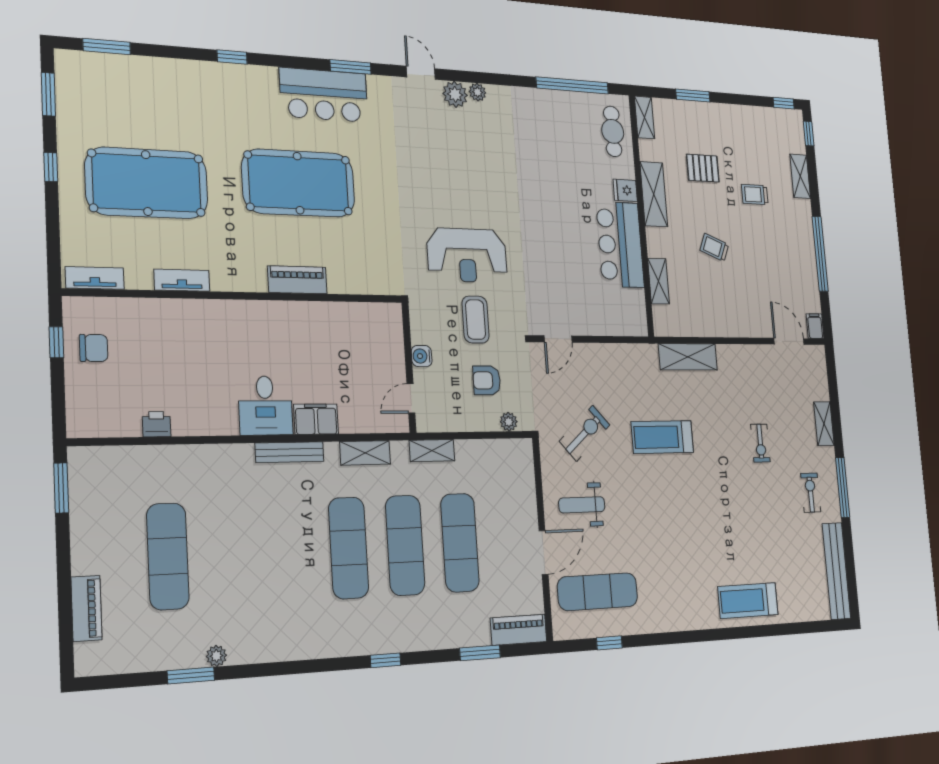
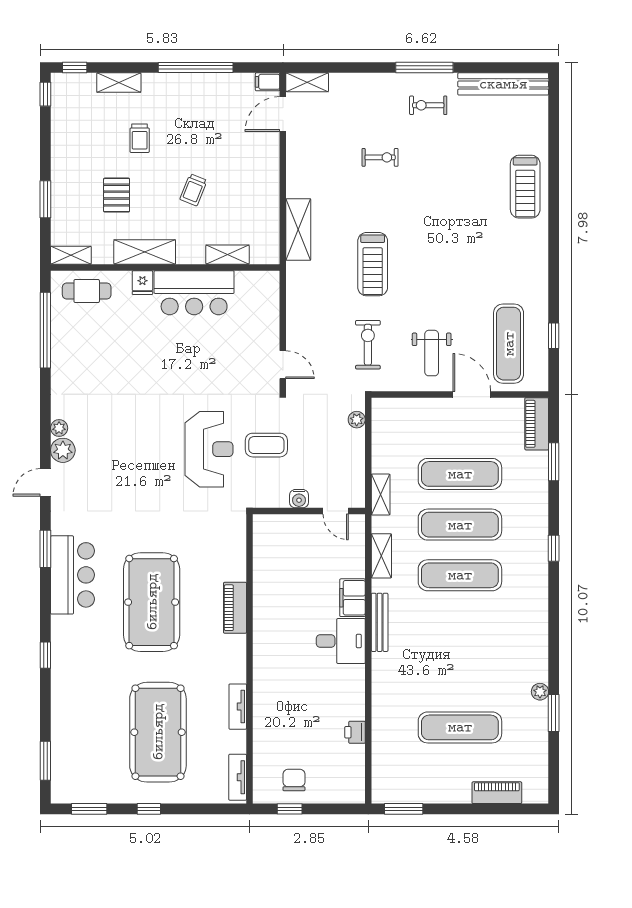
armchair: (487, 380) -> (320, 438), removed
shelving: (824, 424) -> (307, 82), moved
exercise bike: (585, 433) -> (368, 345), turned 41

